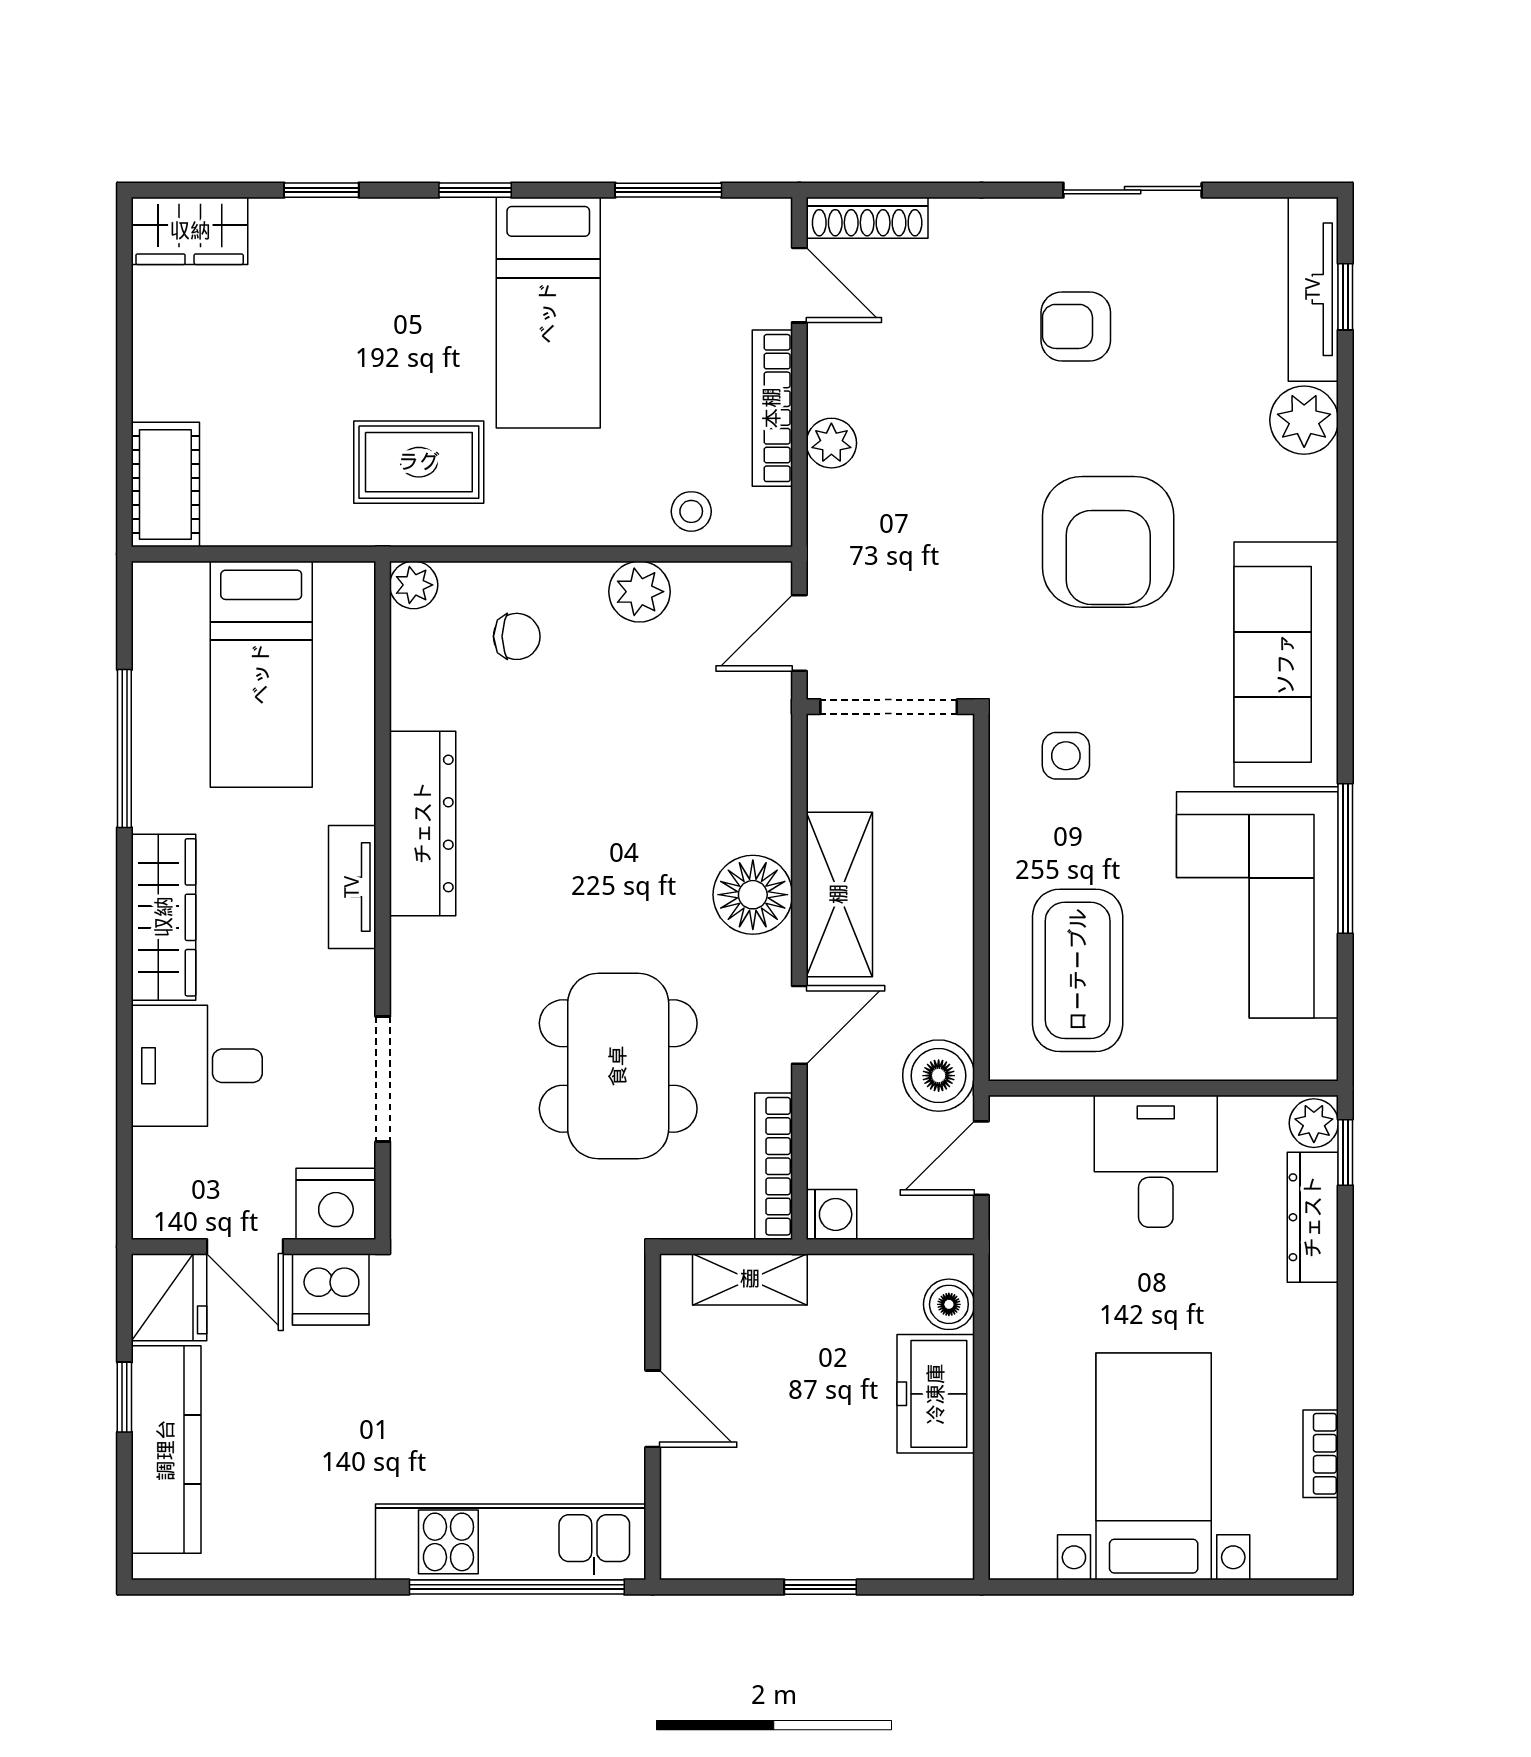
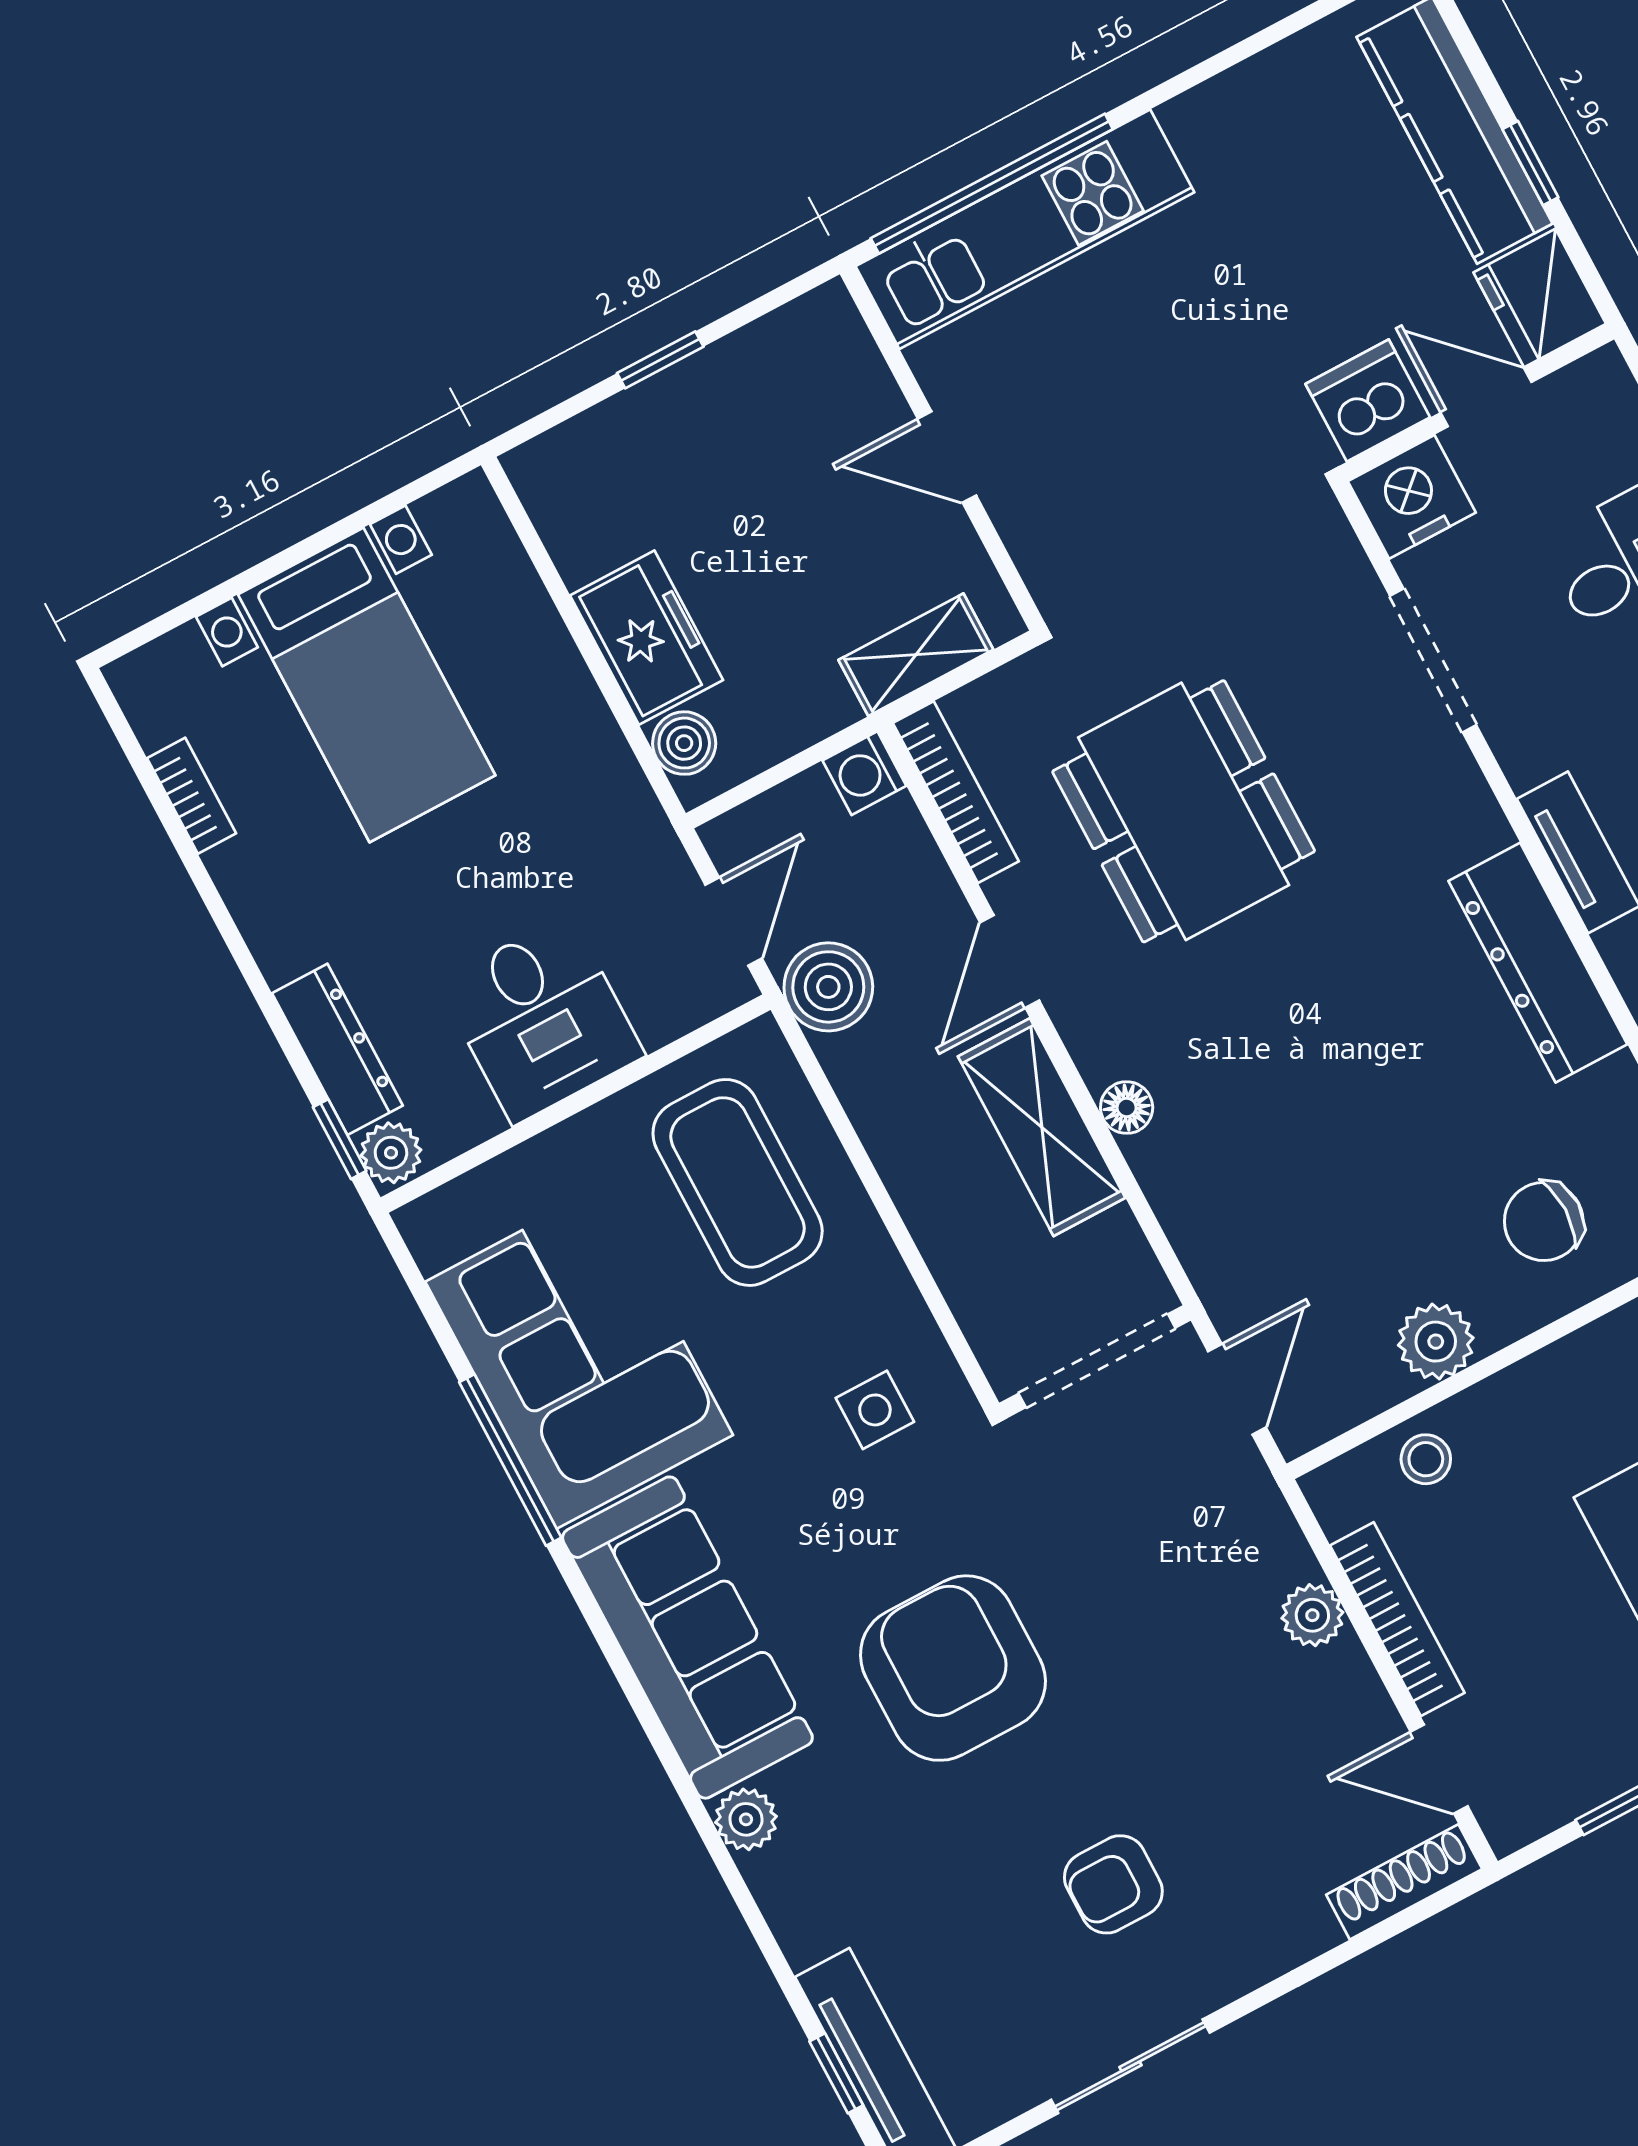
armchair: (1076, 326) -> (1113, 1884), turned 180
plant: (1304, 420) -> (746, 1819), moved, width x0.73, depth x0.73
chair: (517, 636) -> (1544, 1221), width x1.37, depth x1.37
floor lamp: (753, 895) -> (1127, 1108), width x0.53, depth x0.53

